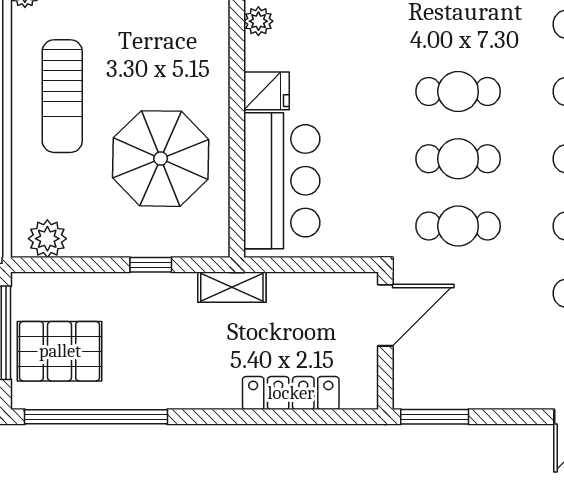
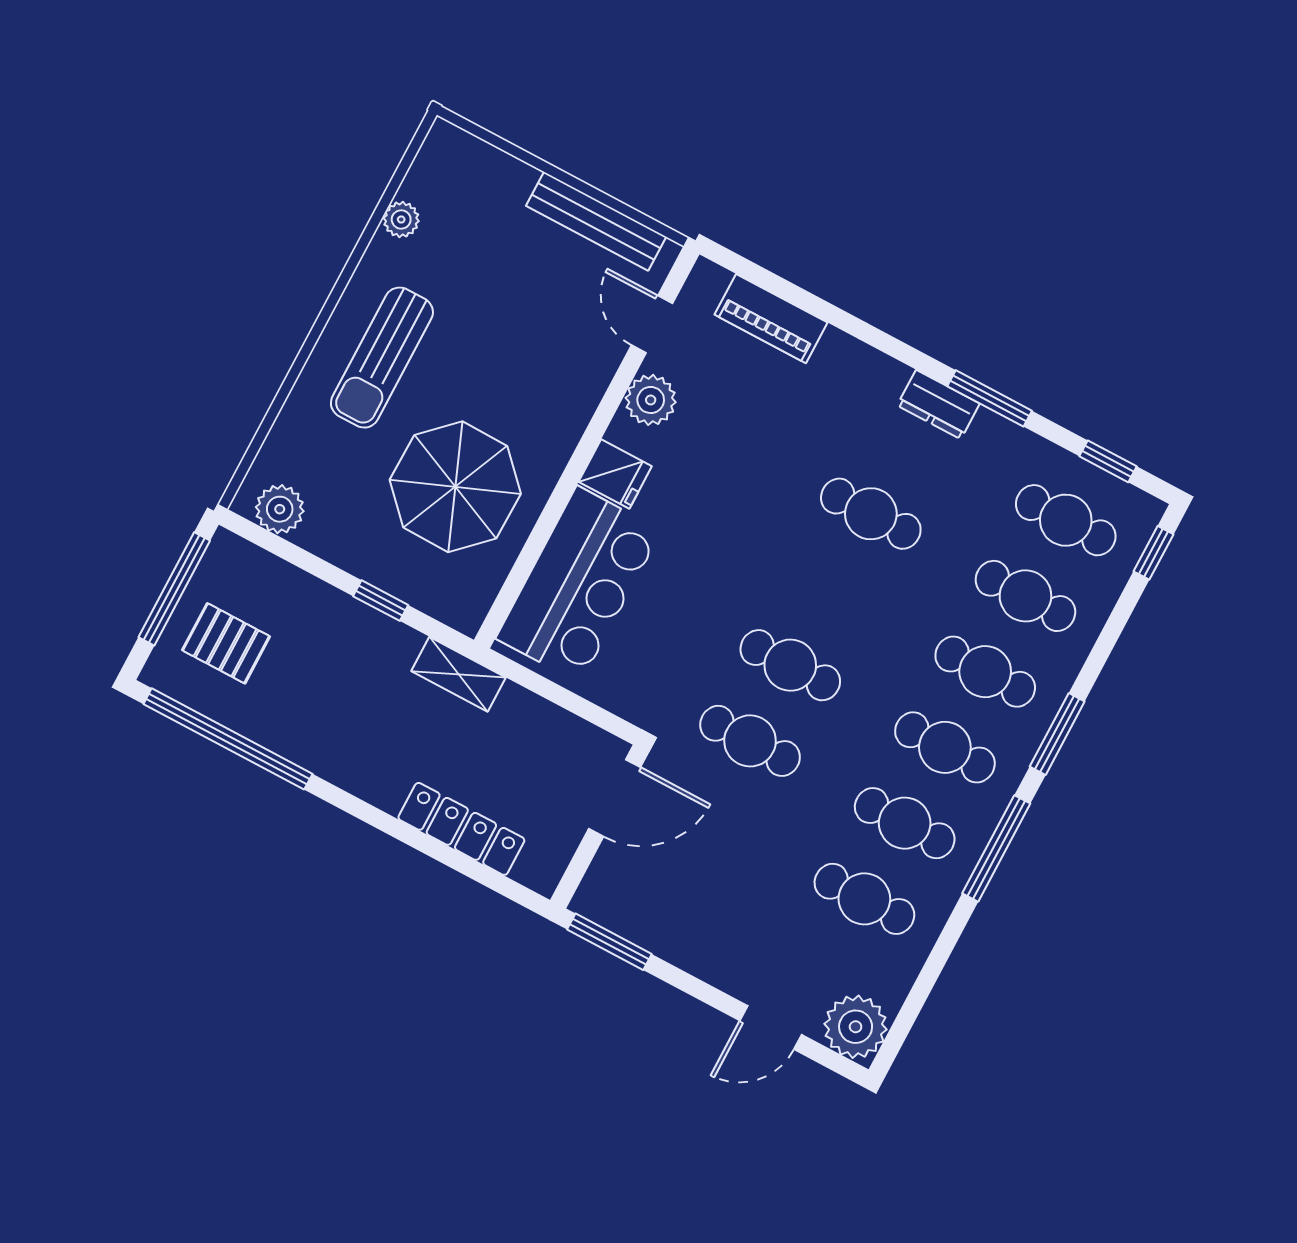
plant: (258, 21) -> (651, 400), width x1.38, depth x1.38
cafe table: (458, 92) -> (871, 514), moved
pallet: (60, 351) -> (226, 643), width x0.67, depth x0.71

